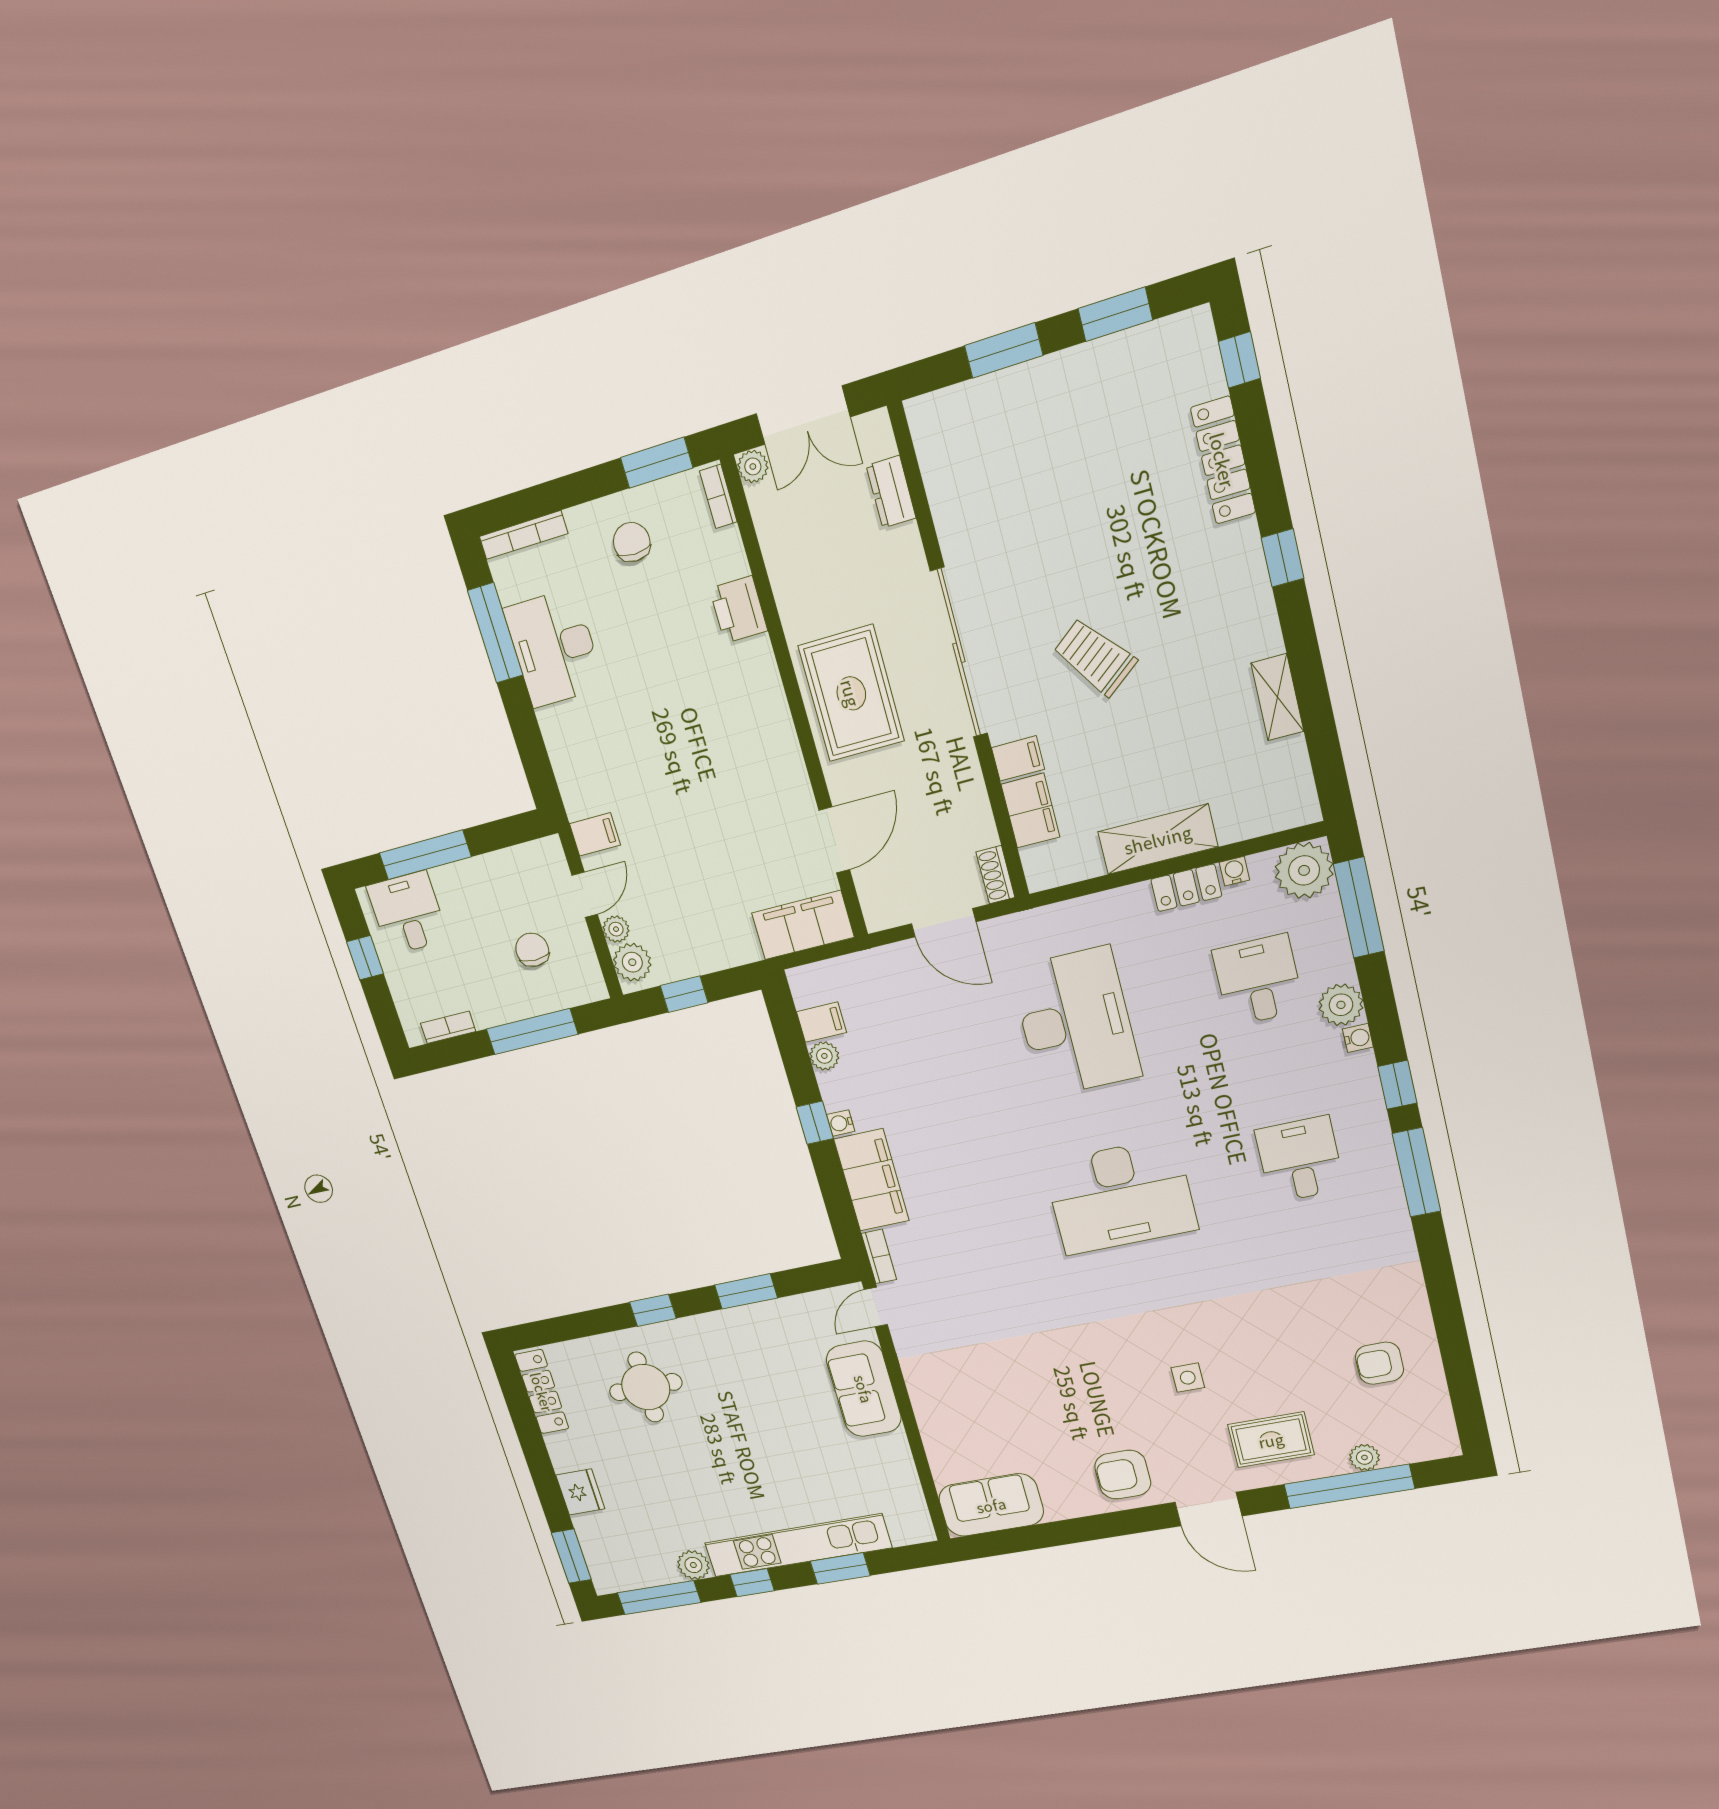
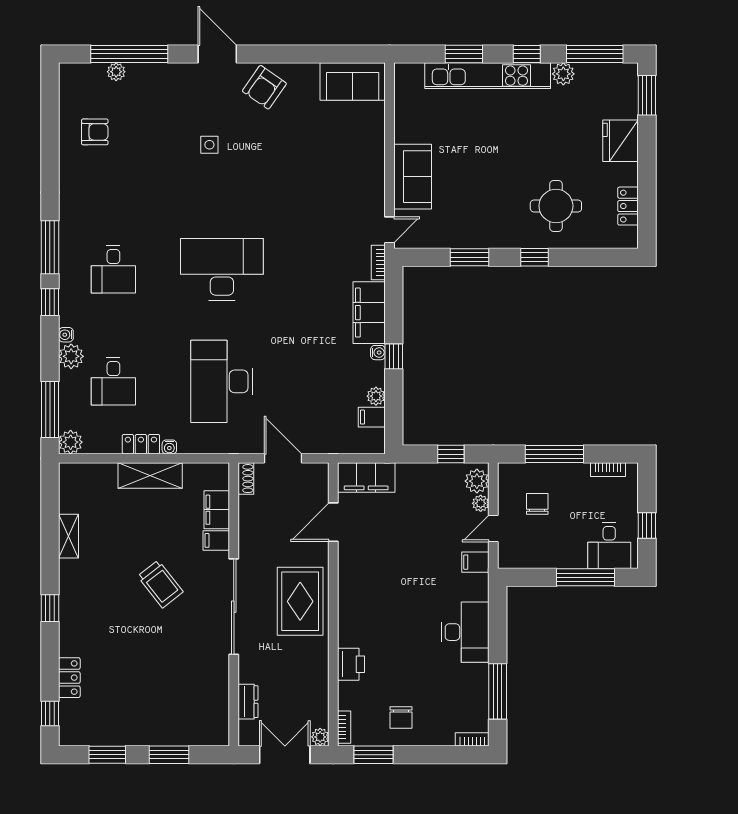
locker: (1223, 460) -> (69, 678), width x0.66
bookcase: (523, 535) -> (472, 739), width x0.64
desk: (554, 648) -> (465, 632), moved
plant: (1304, 870) -> (71, 442), width x0.73, depth x0.73
water cooler: (1234, 871) -> (169, 447), moved
chair: (532, 950) -> (537, 504), turned 180
locker: (542, 1392) -> (628, 206), width x0.66
rug: (1271, 1440) -> (169, 94), removed
armchair: (1123, 1475) -> (264, 87), turned 125
fridge: (580, 1492) -> (621, 141), width x1.36, depth x1.34

